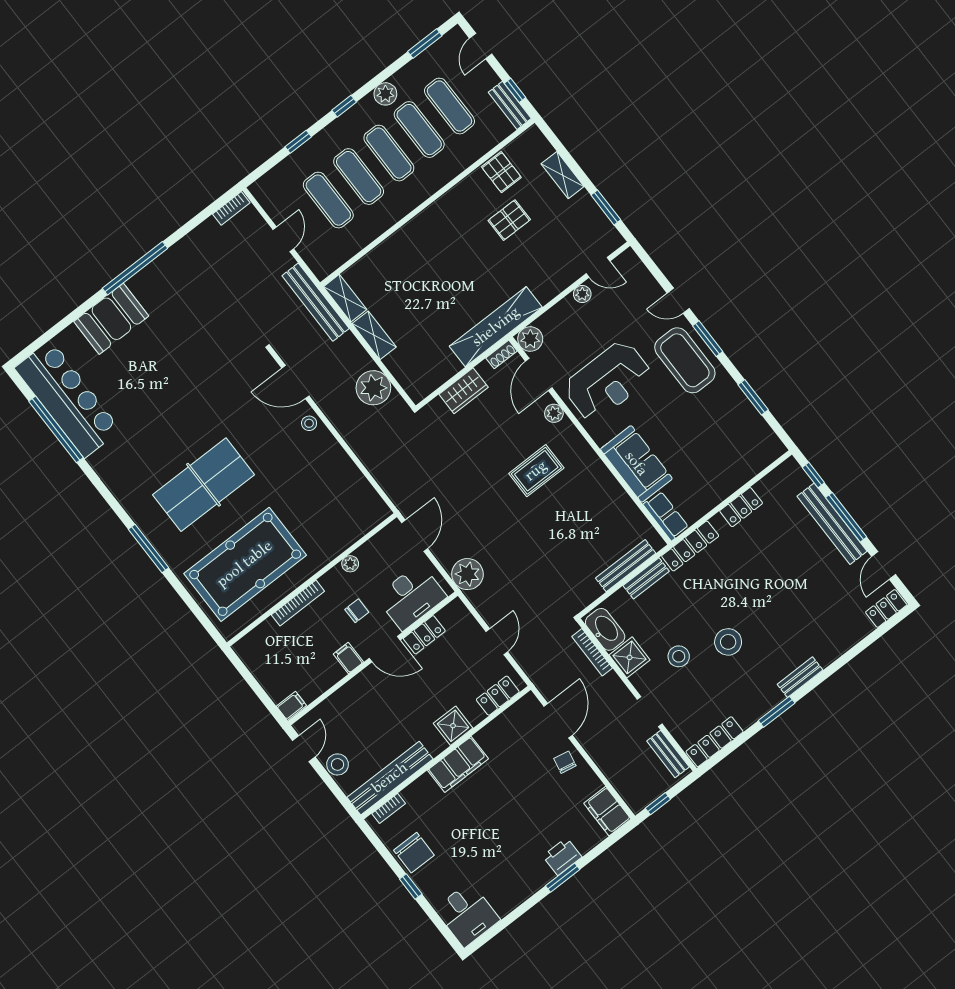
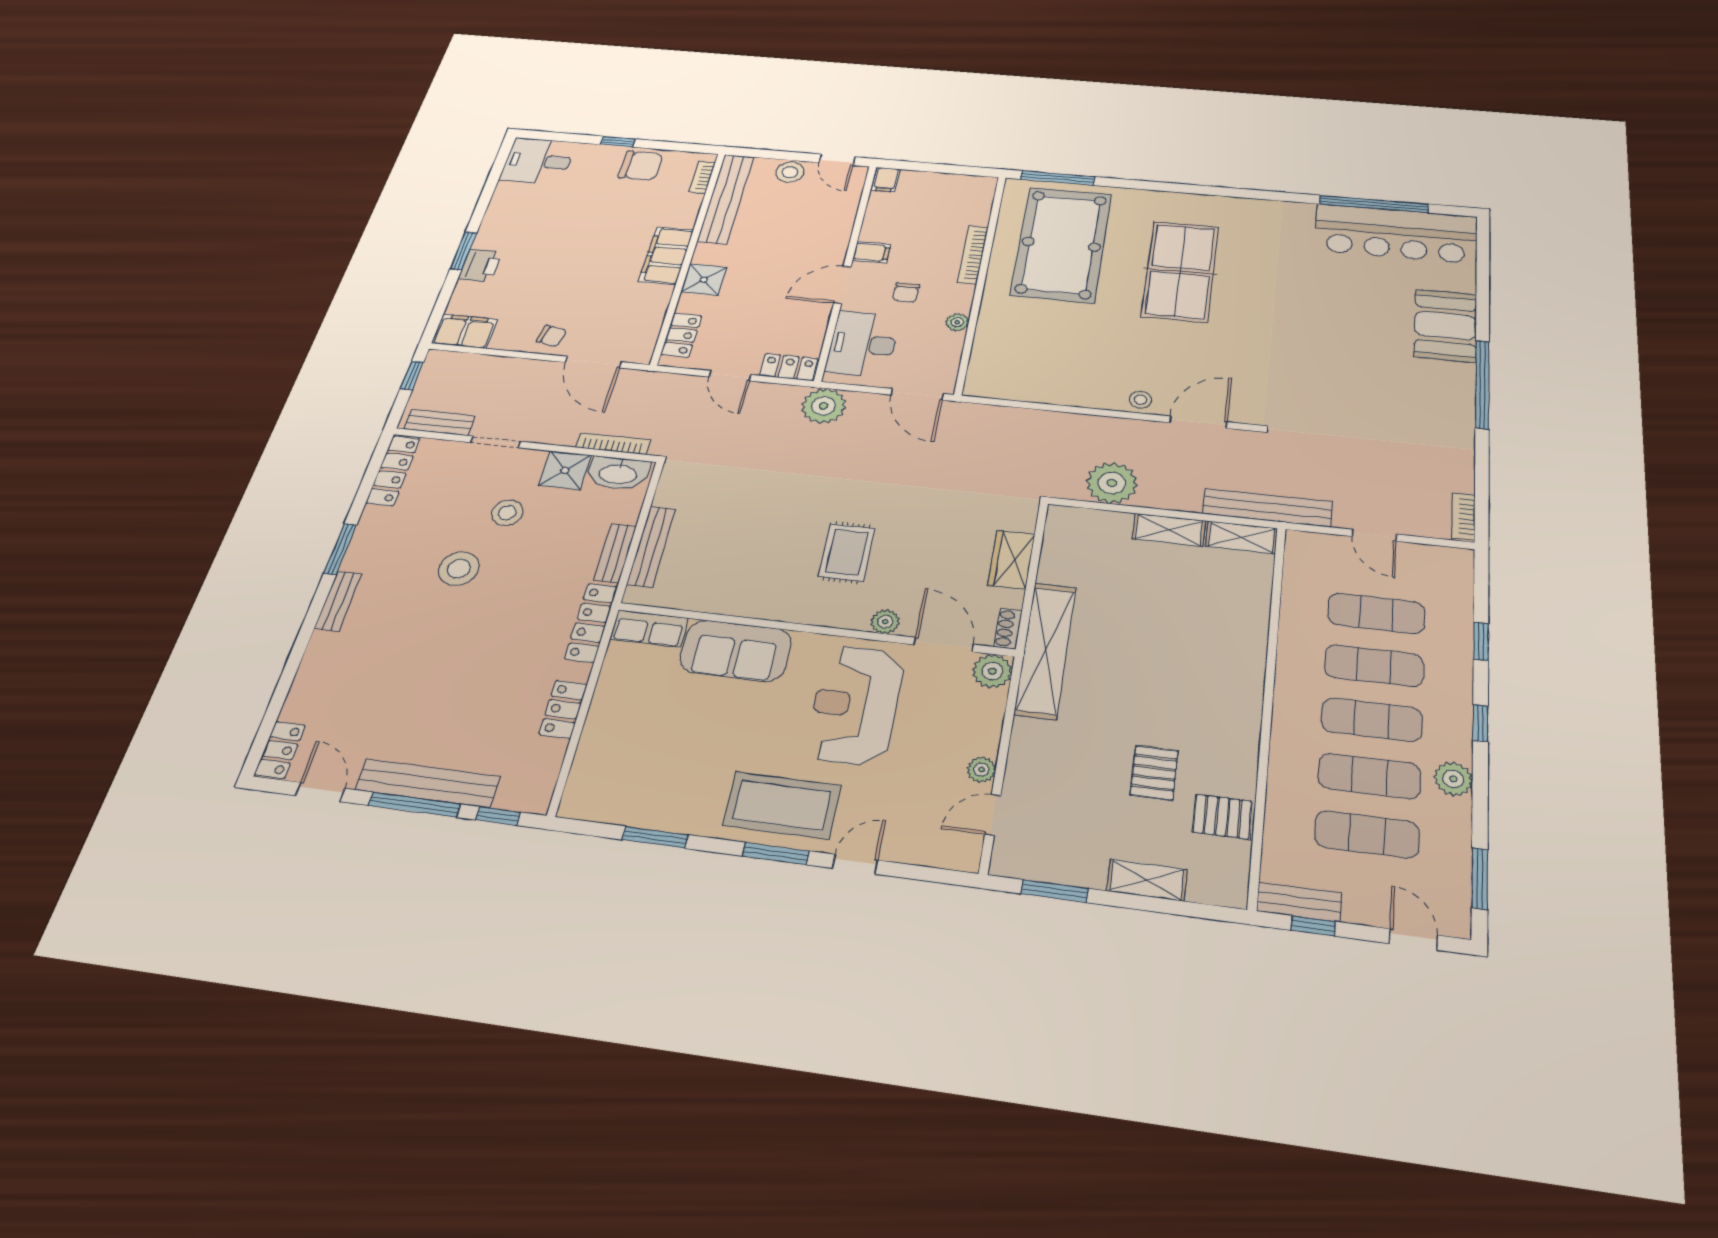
window: (148, 549) -> (1058, 178), moved
locker: (424, 635) -> (789, 367), moved, turned 90
chair: (414, 853) -> (641, 166), turned 180

